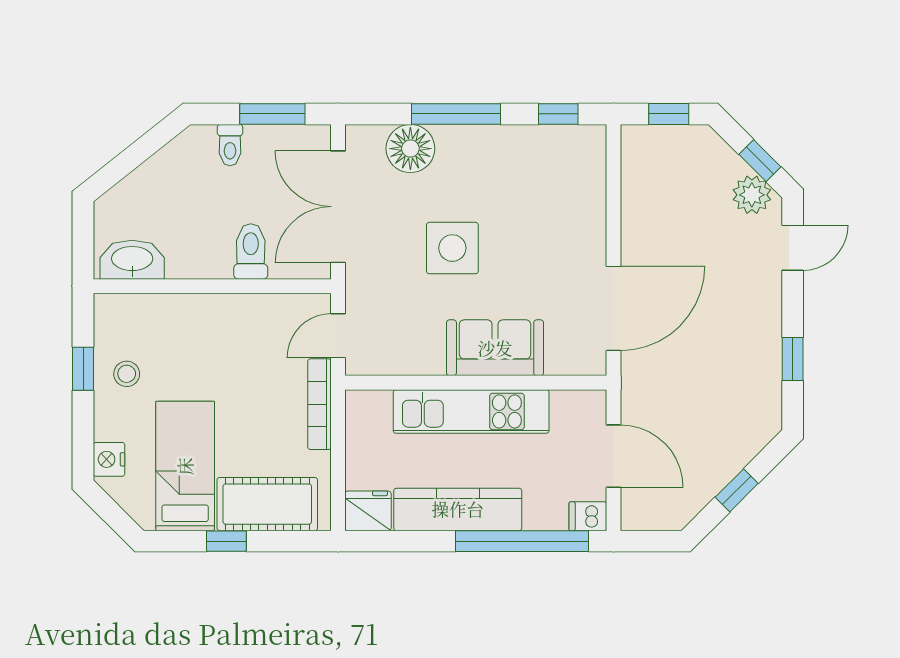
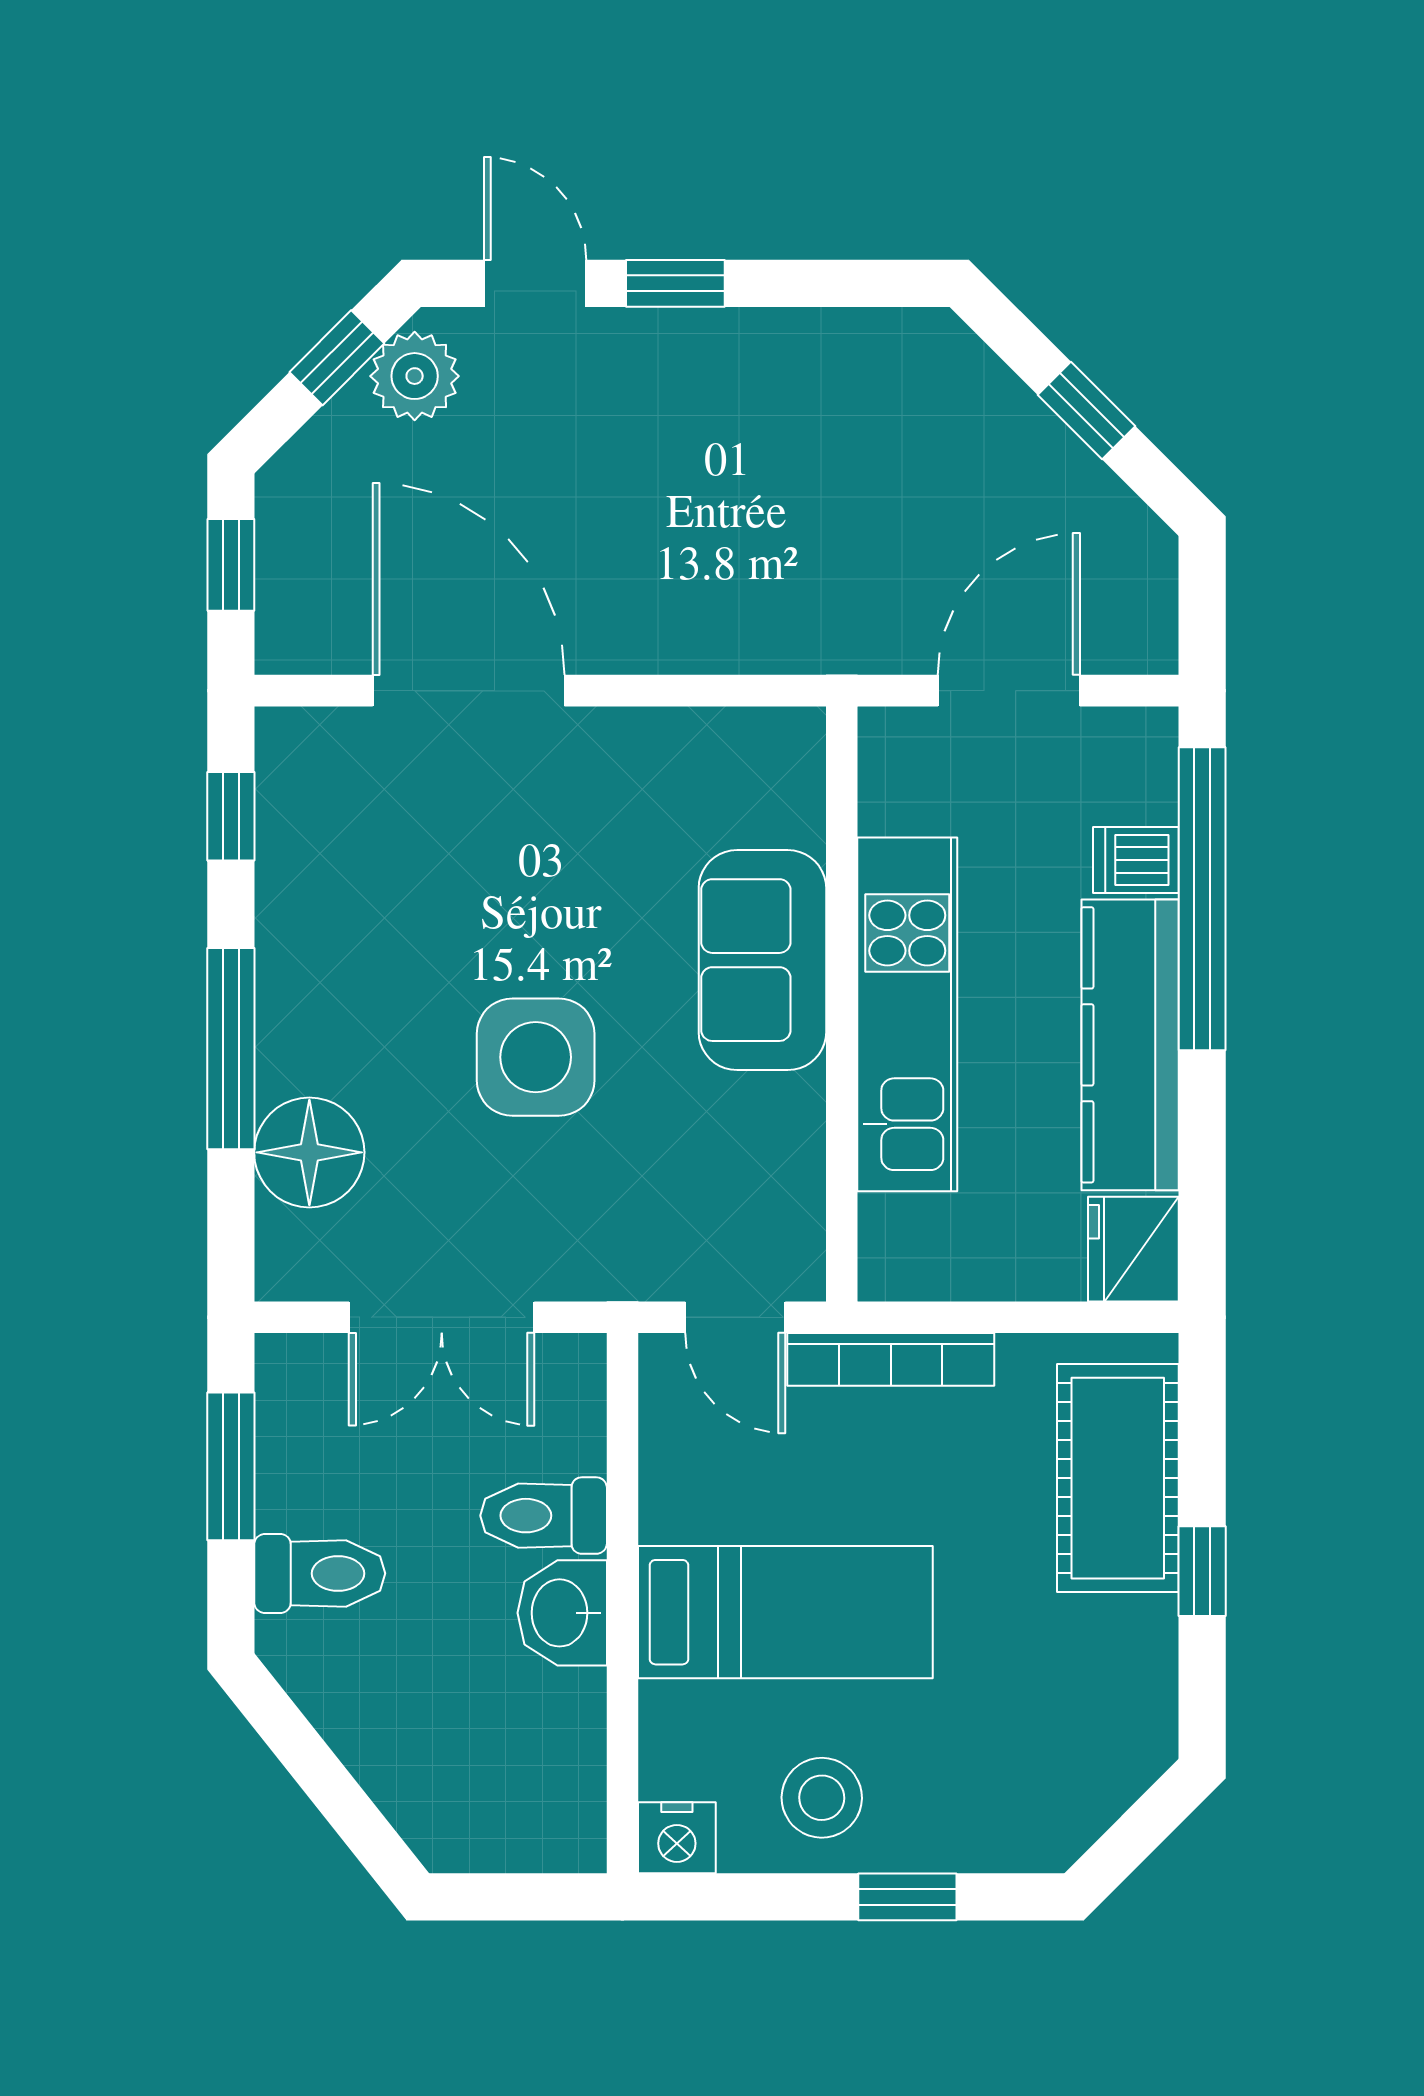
toilet: (230, 145) -> (320, 1573), width x1.37, depth x1.39
double door: (338, 207) -> (442, 1317), width x0.73
washbasin: (132, 260) -> (562, 1613), moved, width x0.72
door: (614, 308) -> (469, 691), moved
window: (793, 359) -> (675, 283), moved
window: (83, 369) -> (907, 1897), moved
stool: (127, 374) -> (822, 1798), width x1.37, depth x1.37
nightstand: (109, 459) -> (677, 1838), moved
bed: (185, 466) -> (785, 1612), moved, turned 180
dishwasher: (588, 516) -> (1136, 860), moved, turned 90

